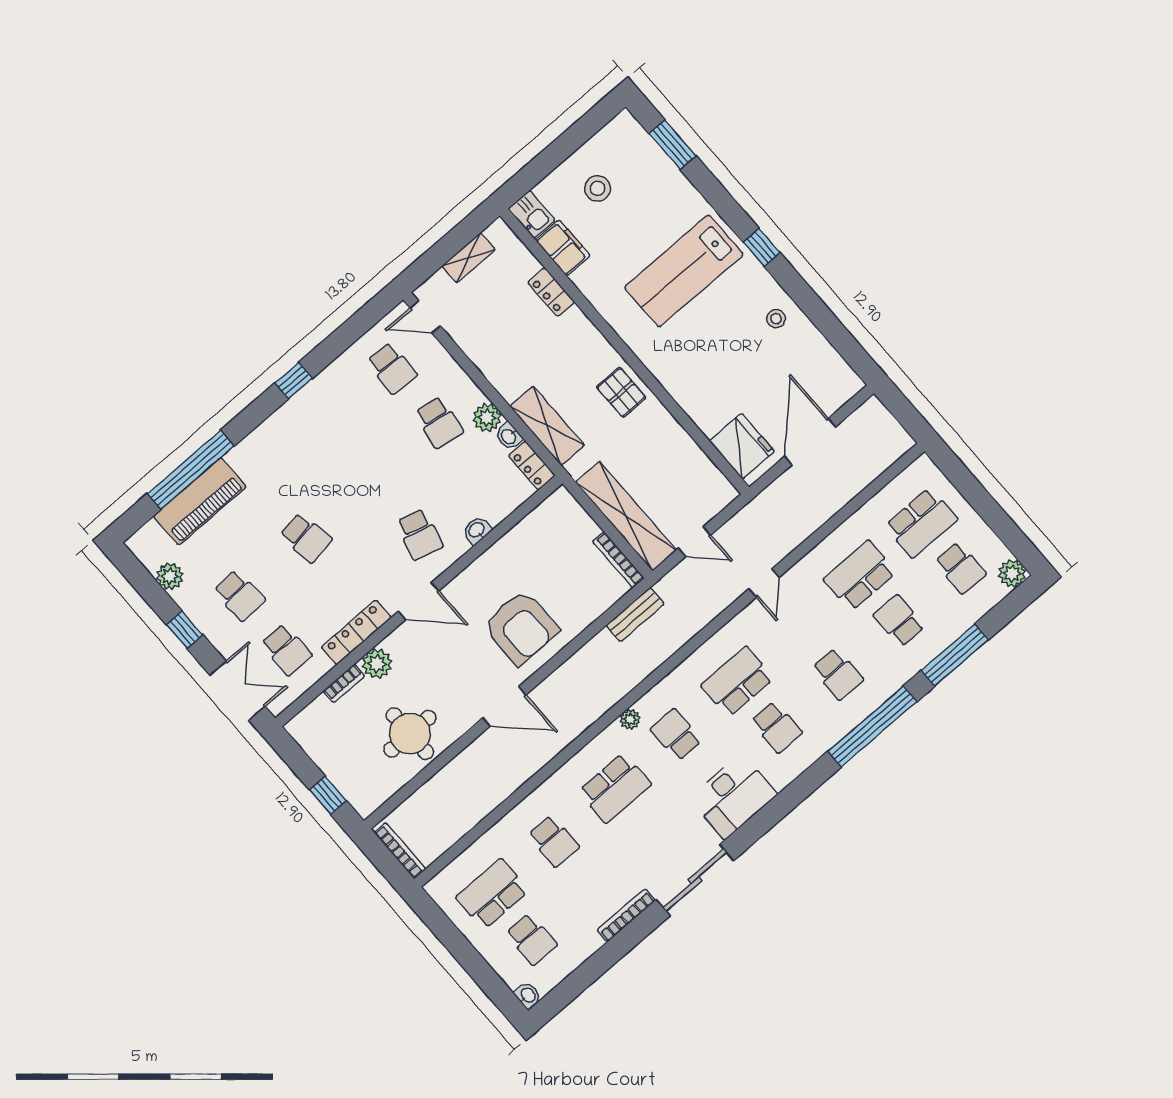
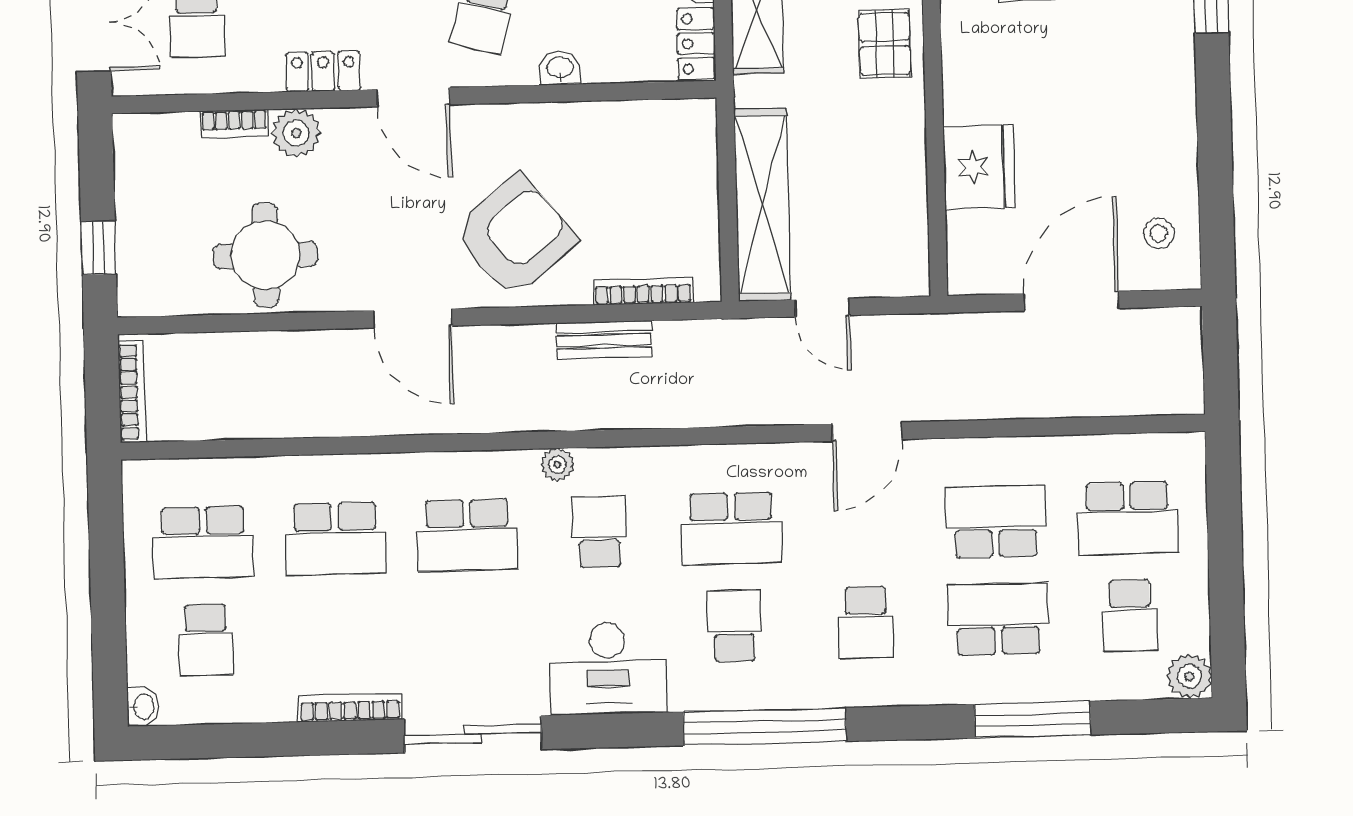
stool: (776, 319) -> (1159, 233), moved
fridge: (742, 446) -> (979, 167), moved
bookcase: (618, 560) -> (643, 291), moved, turned 90
door: (764, 583) -> (867, 432), width x1.37
bench: (635, 615) -> (604, 340), moved
school desk: (899, 621) -> (998, 619), width x1.85
armchair: (521, 627) -> (515, 236), turned -130
locker: (356, 632) -> (323, 71), width x0.66
school desk: (737, 682) -> (731, 528), turned 180
window: (872, 726) -> (765, 727), moved
school desk: (777, 727) -> (734, 626), turned 180
school desk: (554, 841) -> (335, 539), width x1.85
school desk: (492, 894) -> (203, 542), turned 180

